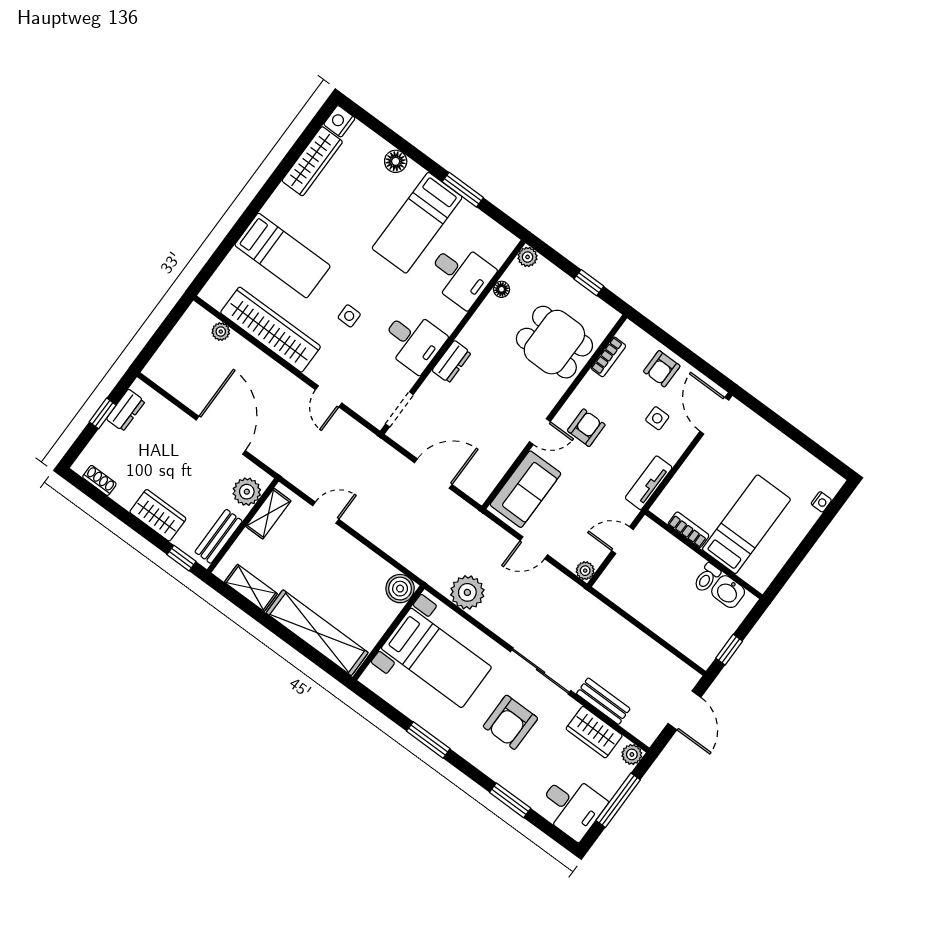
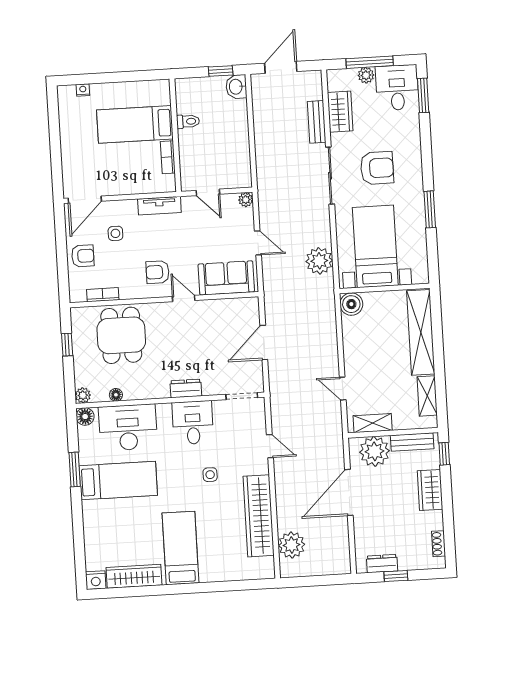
floor lamp: (396, 161) -> (85, 417), moved
bed: (282, 256) -> (181, 548), moved
desk: (460, 275) -> (128, 427), width x1.37
plant: (221, 332) -> (292, 545), width x1.88, depth x1.88
door: (329, 396) -> (270, 446), hinge flipped
door: (433, 474) -> (264, 342), hinge flipped
plant: (247, 492) -> (374, 451), width x1.36, depth x1.36
washbasin: (728, 592) -> (236, 87), moved, turned 180
plant: (632, 754) -> (366, 75), moved
window: (510, 800) -> (423, 95), moved

